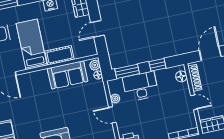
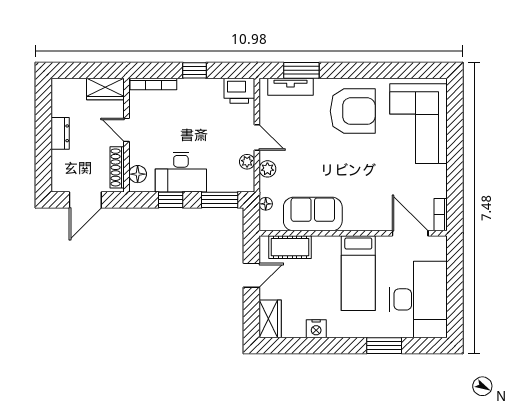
cot: (60, 55) -> (290, 247), moved
plant: (95, 65) -> (267, 169), moved
desk: (140, 86) -> (181, 172), moved

